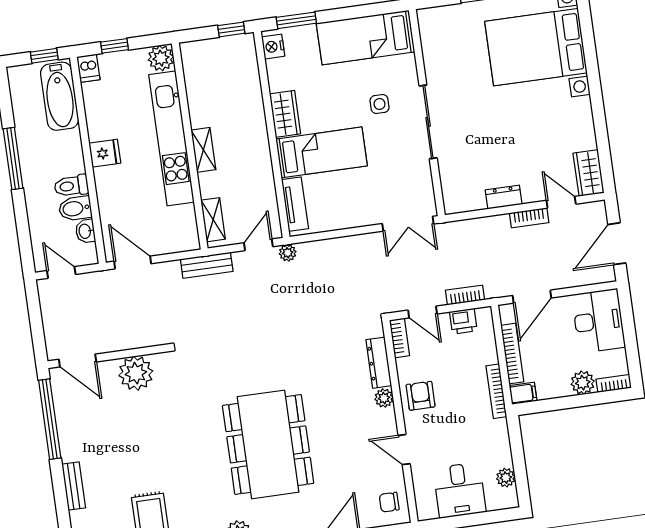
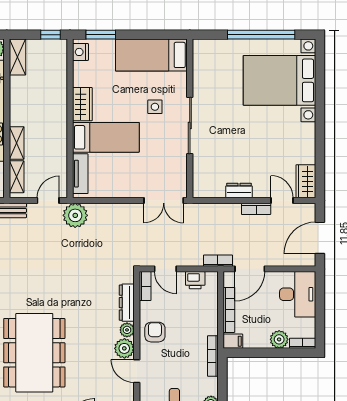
shelving: (192, 64) -> (17, 57), added
shelving: (203, 150) -> (17, 143), moved
plant: (288, 253) -> (75, 215), width x1.87, depth x1.87
bookcase: (465, 295) -> (218, 261), moved
bookcase: (496, 391) -> (213, 356), moved
plant: (384, 422) -> (124, 348), added

